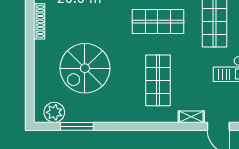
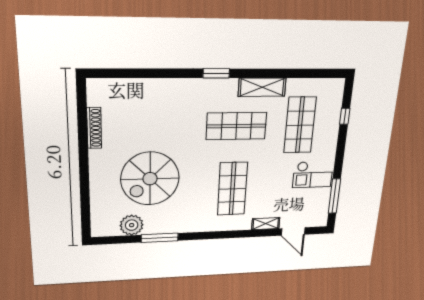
plant: (54, 112) -> (132, 225), moved
window: (77, 126) -> (160, 238), moved

